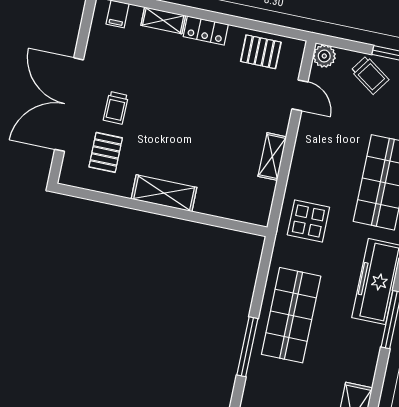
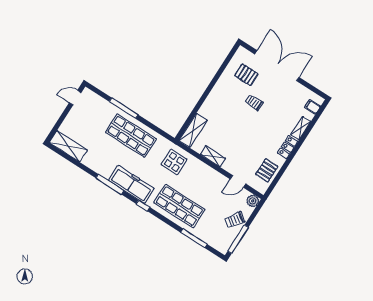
trolley: (116, 108) -> (254, 102), moved
shelving: (164, 193) -> (193, 130), moved

